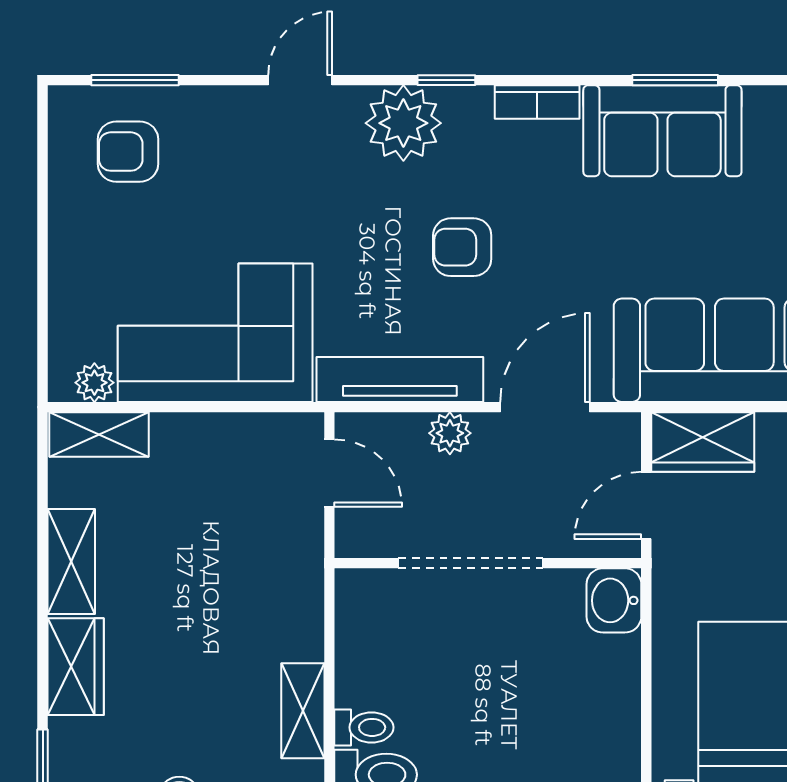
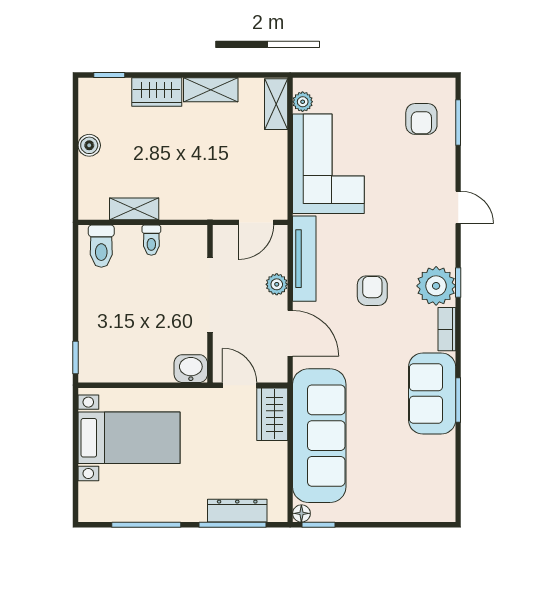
plant: (403, 123) -> (436, 286), moved
armchair: (128, 152) -> (421, 119), turned 180
toilet: (364, 727) -> (151, 240), moved

